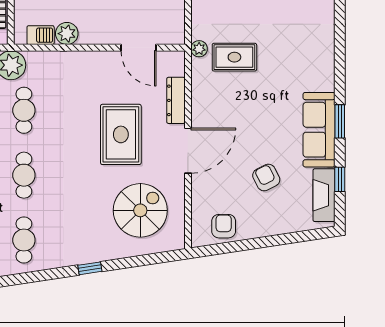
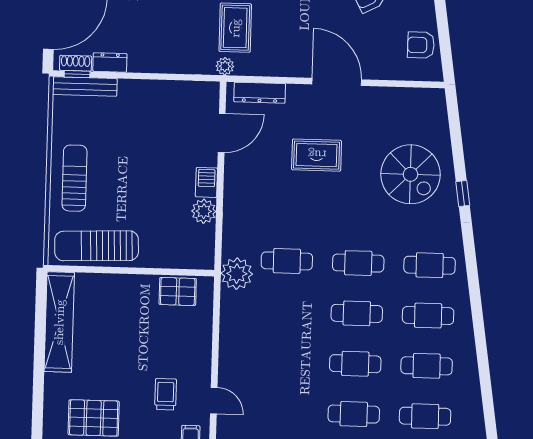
barbecue: (41, 35) -> (206, 182), moved
dresser: (176, 100) -> (260, 93), moved
rug: (121, 134) -> (317, 155), width x0.73, depth x0.70
spiral stairs: (140, 210) -> (411, 174), moved, turned 180

